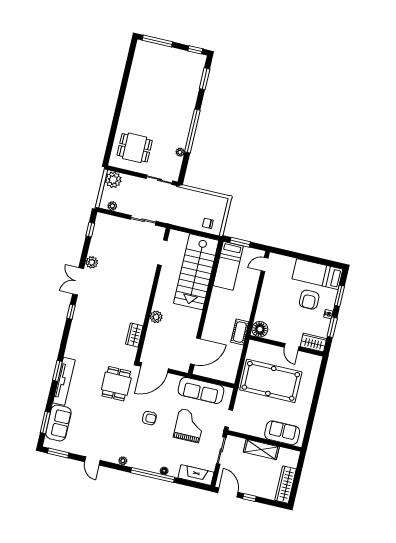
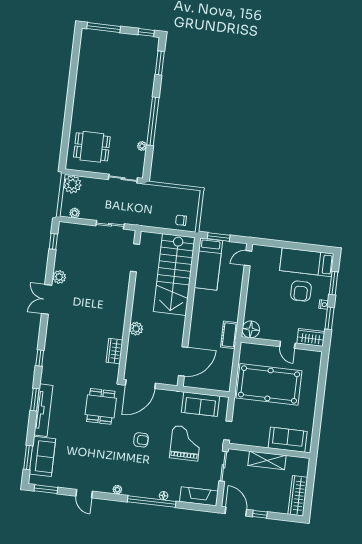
window: (71, 312) -> (40, 358), moved
sofa: (201, 390) -> (200, 404), width x0.73

